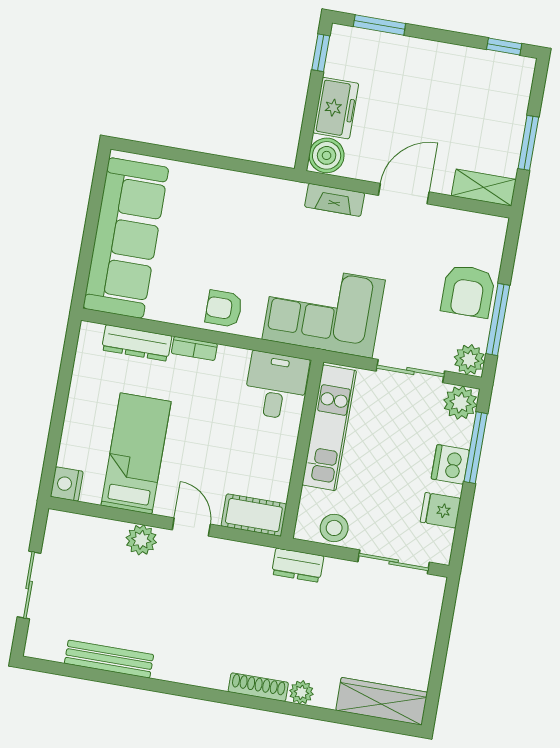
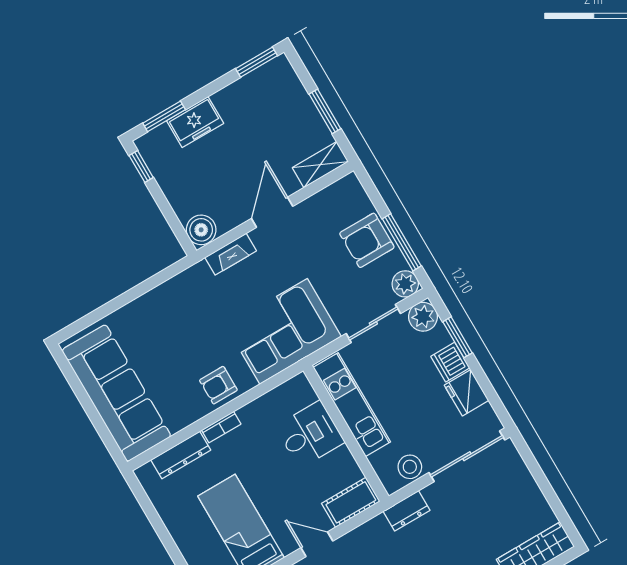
window: (504, 46) -> (257, 62), width x1.50
freezer: (336, 108) -> (195, 122), moved, turned 90
armchair: (468, 291) -> (367, 240), turned 90
desk: (276, 386) -> (310, 434), moved, turned 90
window: (476, 448) -> (458, 337), width x0.69
fridge: (441, 510) -> (467, 393), width x1.38
sliding door: (394, 562) -> (467, 456), width x1.37

